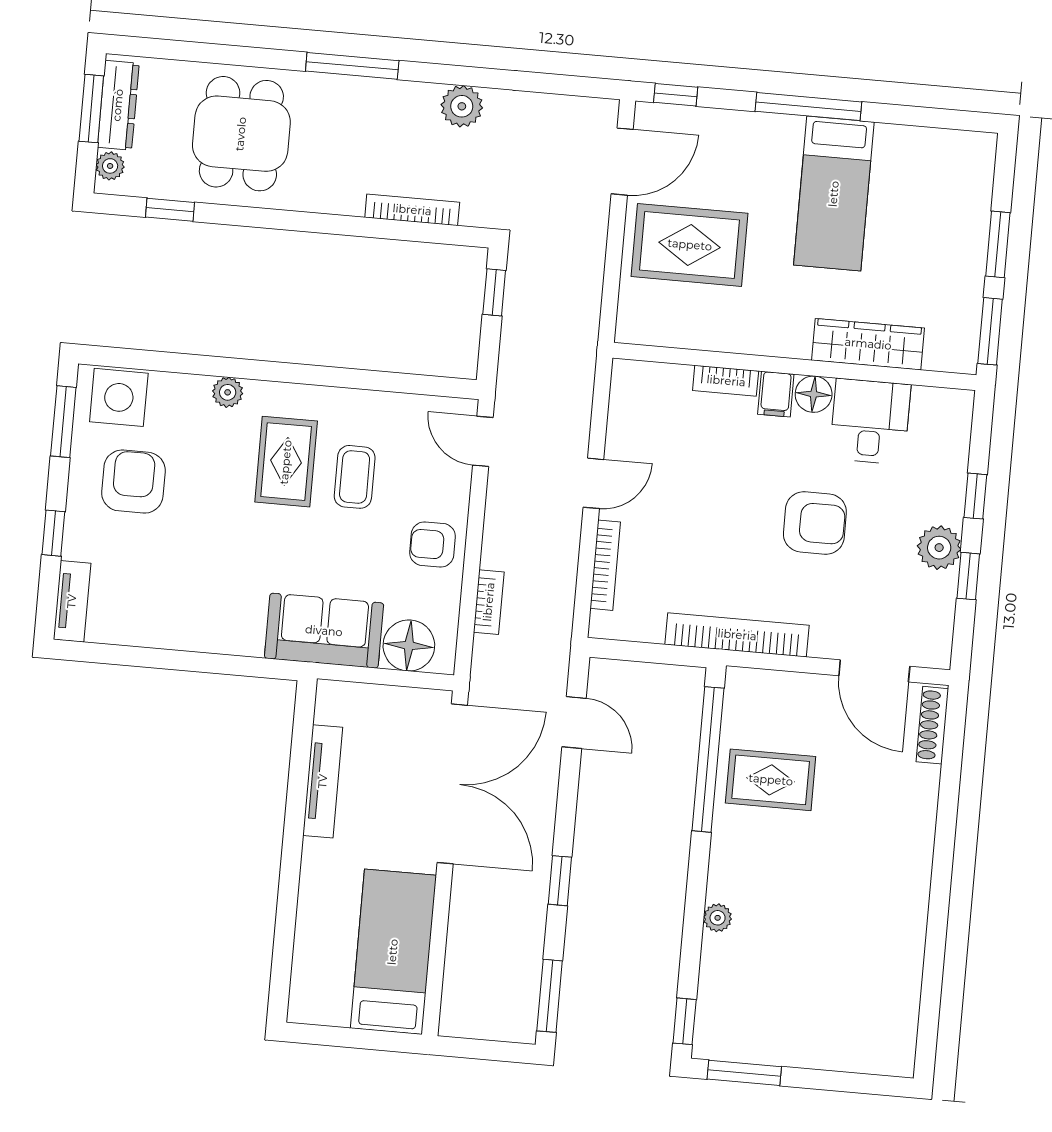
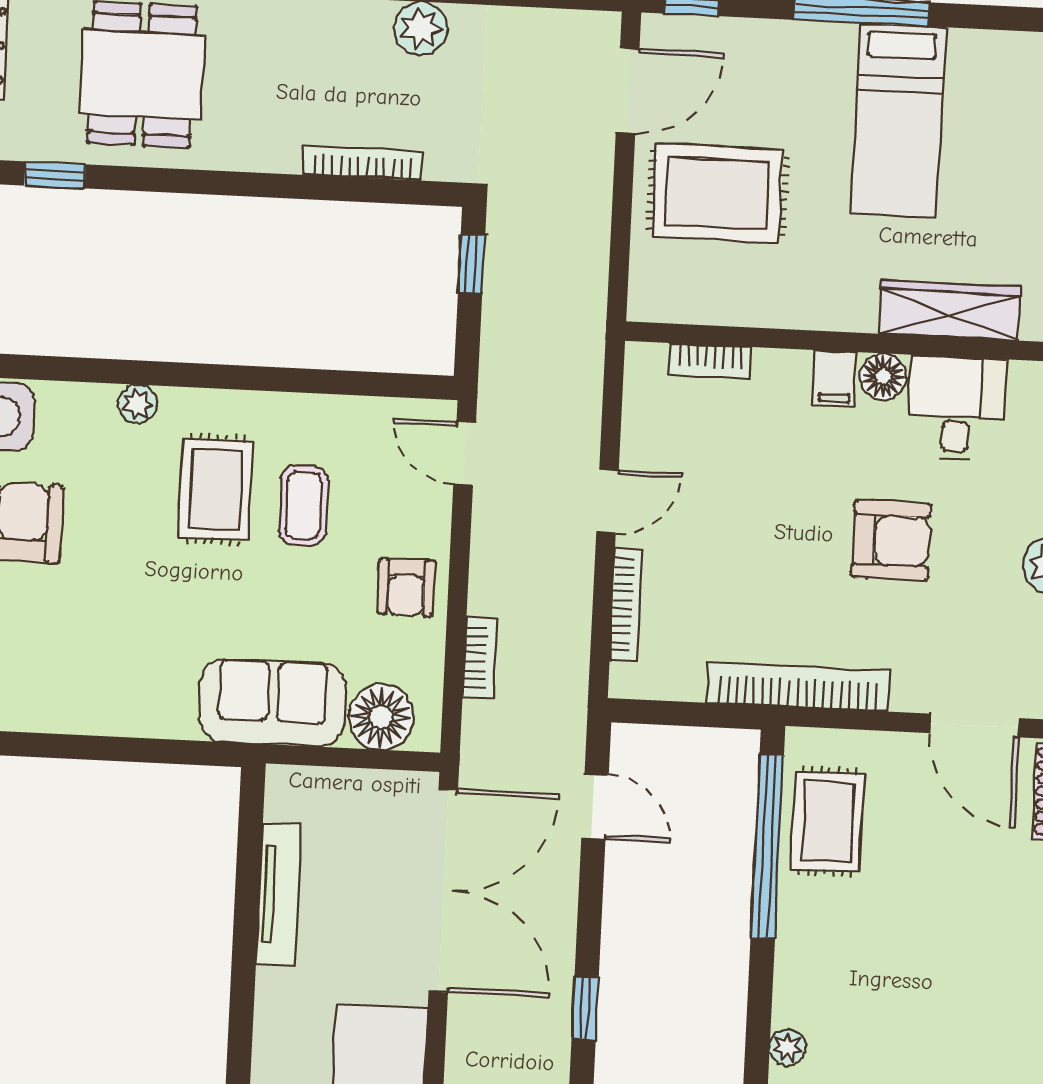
bookcase: (726, 381) -> (710, 361), moved
armchair: (433, 545) -> (406, 587), turned -90
rug: (771, 780) -> (828, 822), moved, turned 90

